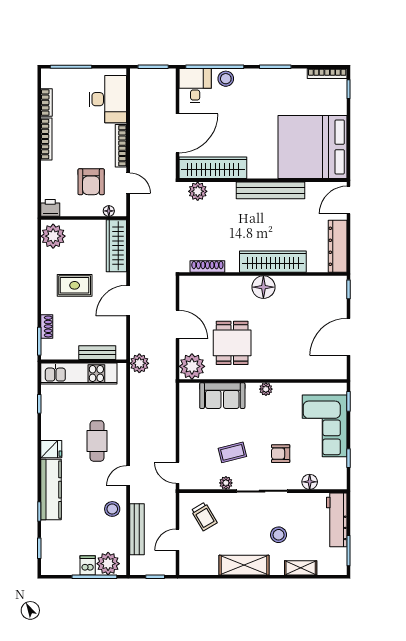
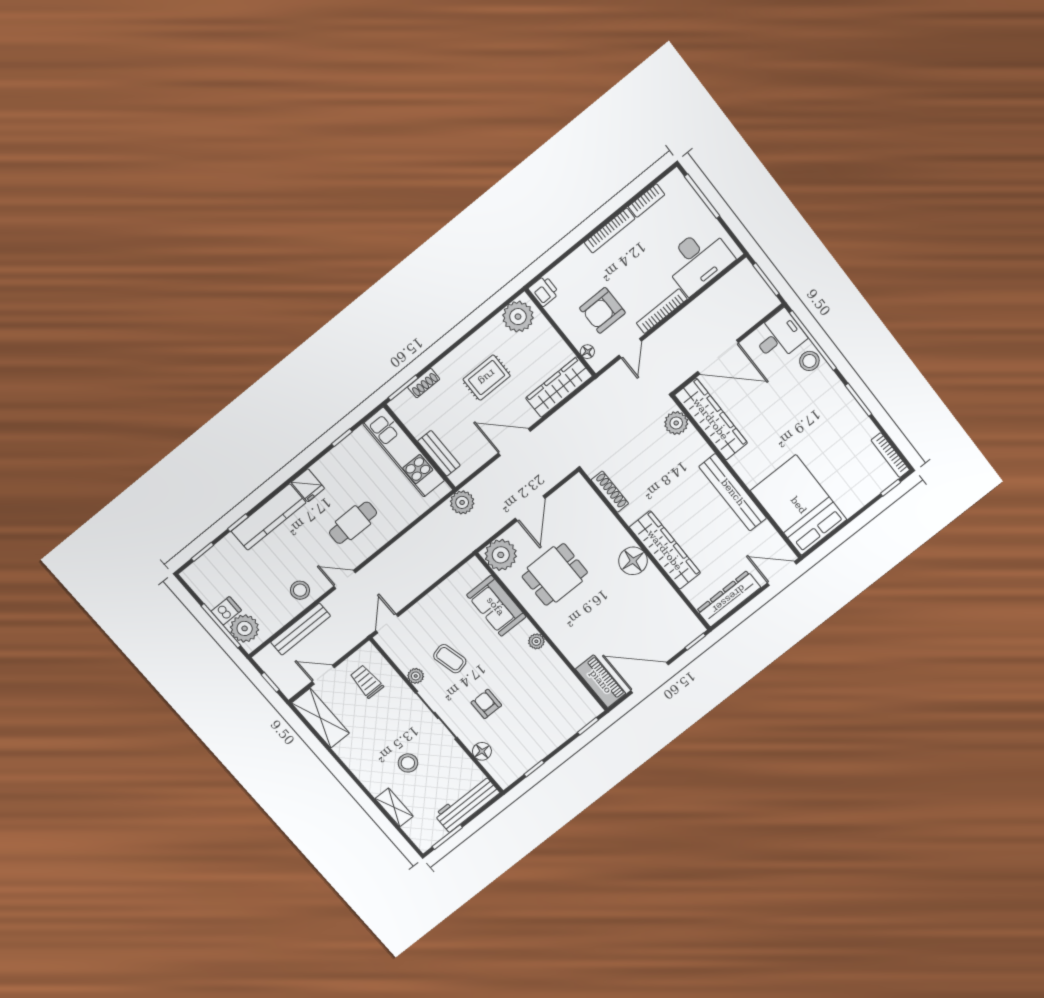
bed: (312, 147) -> (799, 505), width x0.73
rug: (75, 285) -> (487, 378), turned 90
piano: (325, 370) -> (601, 681), added
corner sofa: (325, 426) -> (547, 723), removed
trolley: (204, 516) -> (367, 681), turned 121
shelving: (244, 565) -> (320, 718), moved

